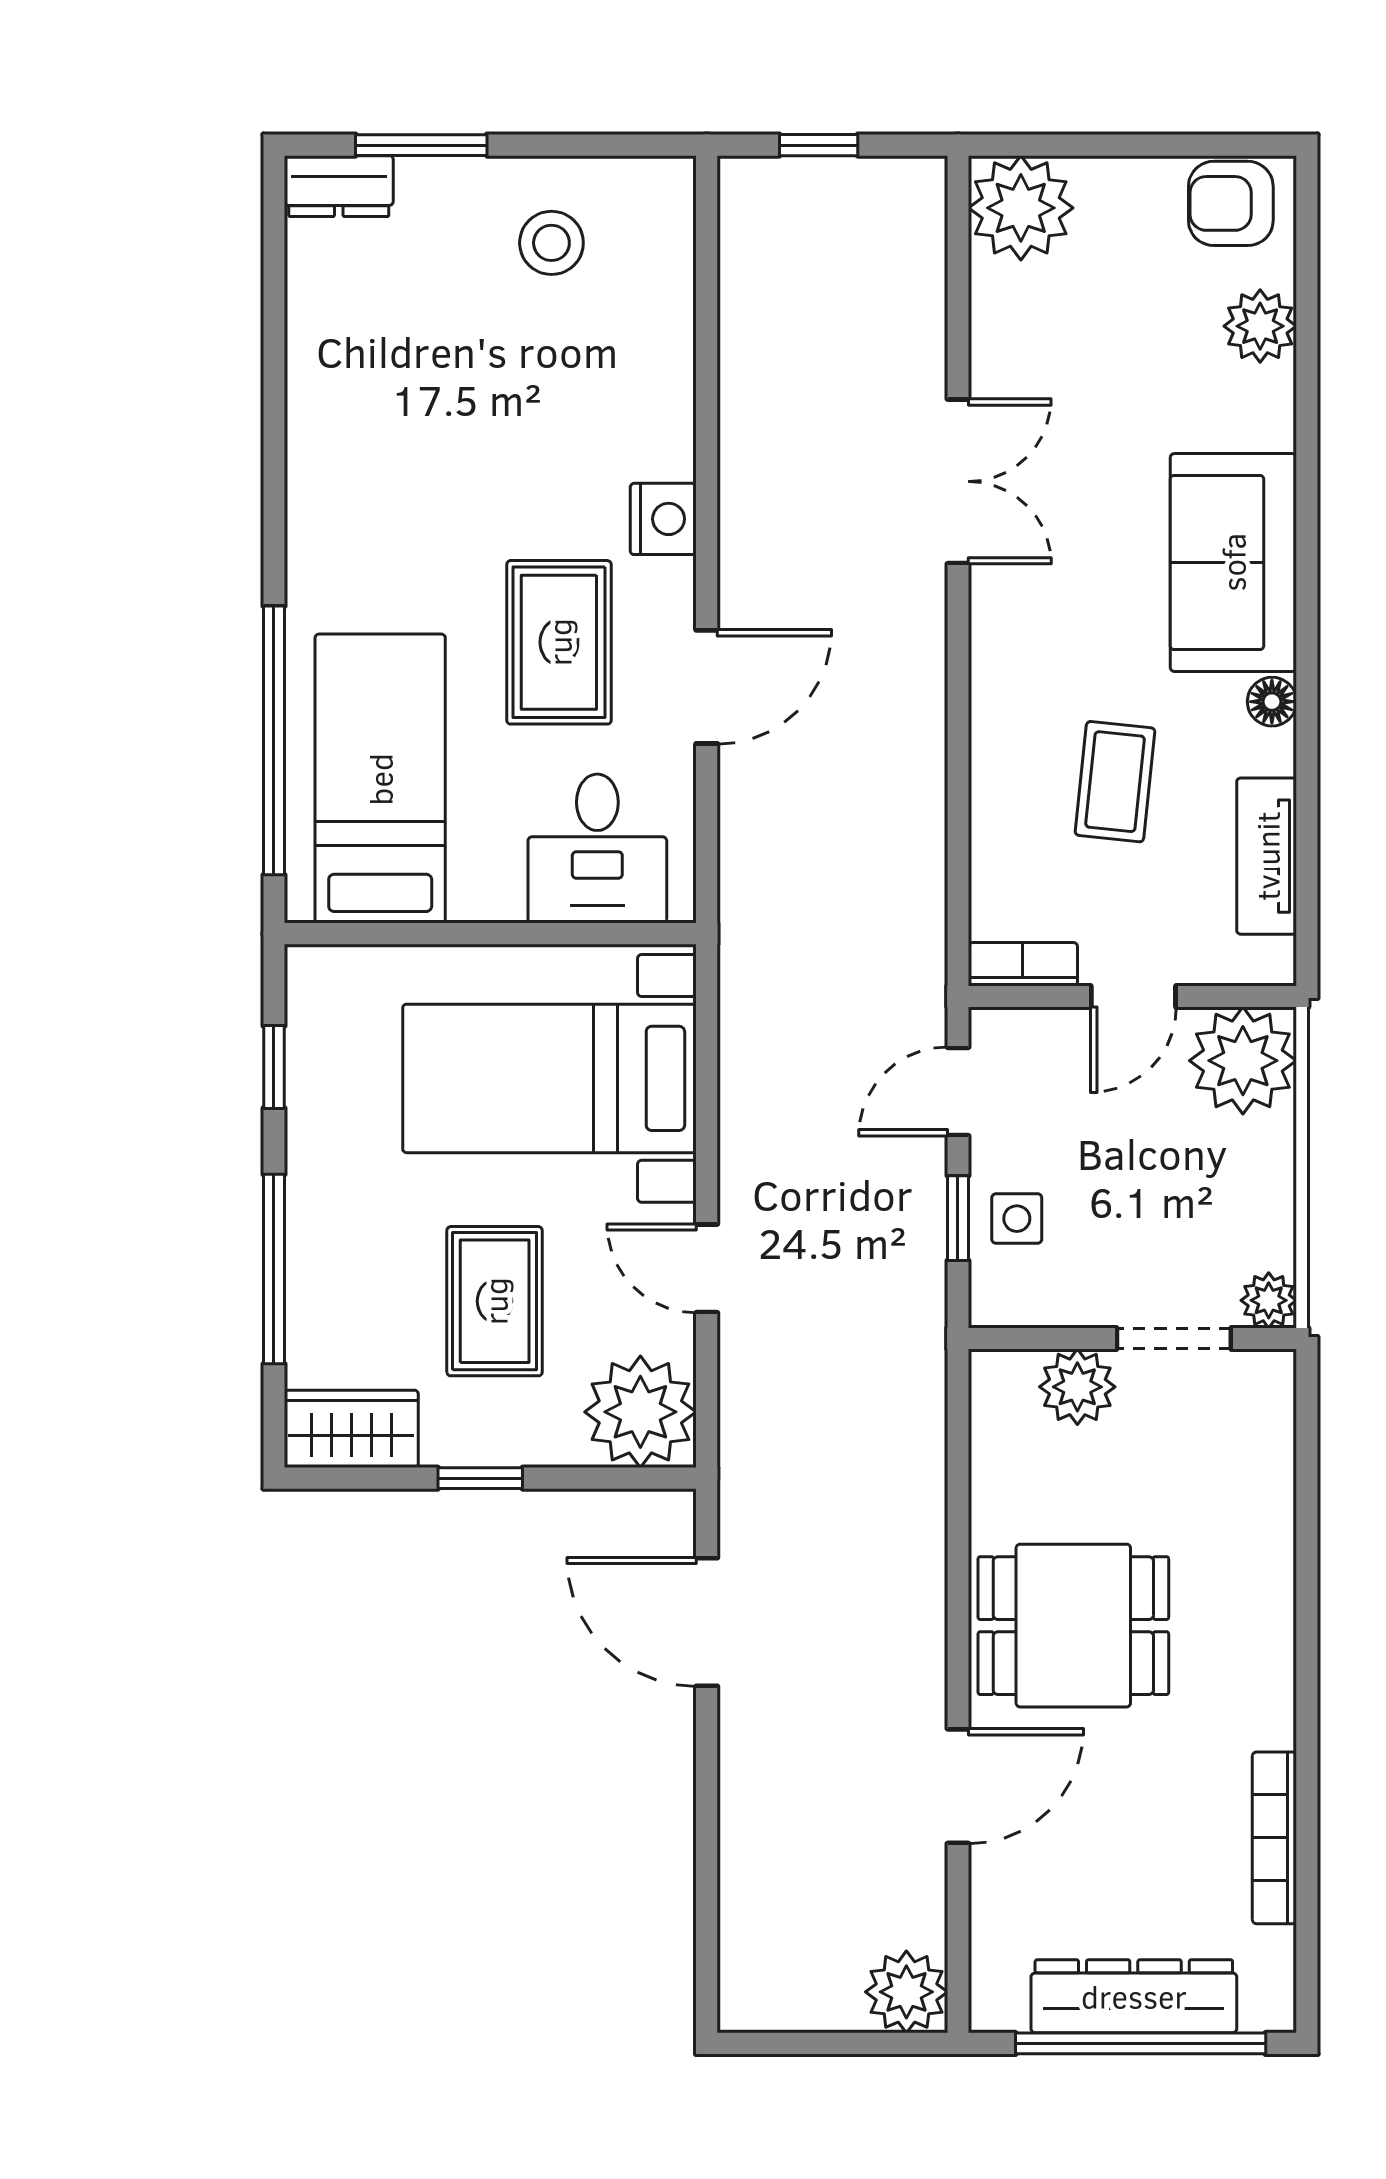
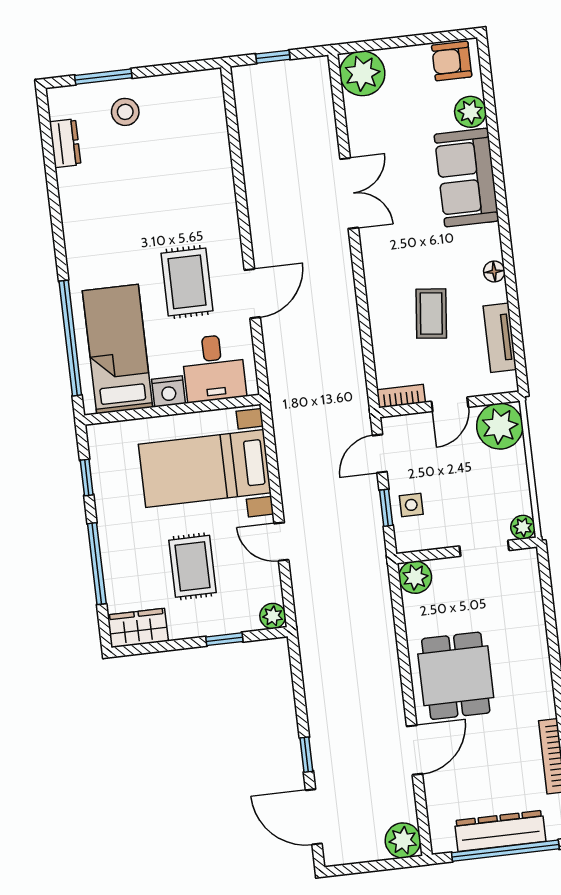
dresser: (339, 186) -> (65, 143), moved, turned -90
stool: (551, 243) -> (125, 112), moved
nightstand: (663, 519) -> (169, 391), moved, turned 90
sofa: (1233, 562) -> (467, 178), moved
plant: (1077, 1387) -> (415, 577), moved
plant: (640, 1412) -> (273, 616), width x0.53, depth x0.53
window: (480, 1478) -> (224, 639), moved
door: (707, 1622) -> (314, 817), moved
dining table: (1073, 1626) -> (456, 676), turned 90
window: (707, 1767) -> (306, 755), added

